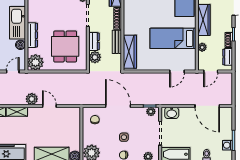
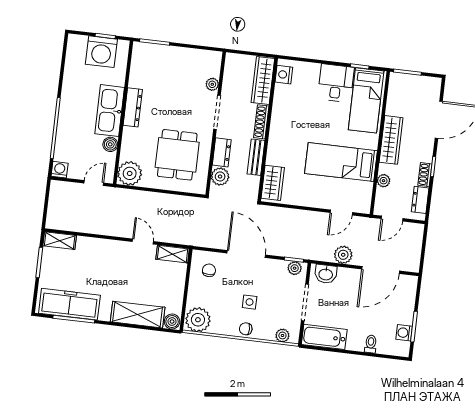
dresser: (32, 35) -> (133, 107), moved
wardrobe: (130, 52) -> (273, 183), width x0.67
plant: (32, 99) -> (343, 255), moved
door: (207, 106) -> (381, 270), hinge flipped
shelving: (17, 112) -> (173, 254), moved

